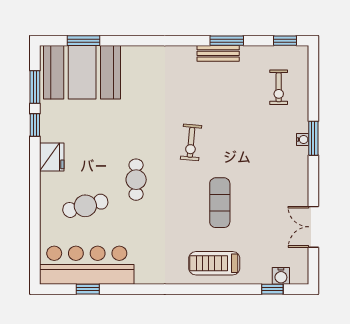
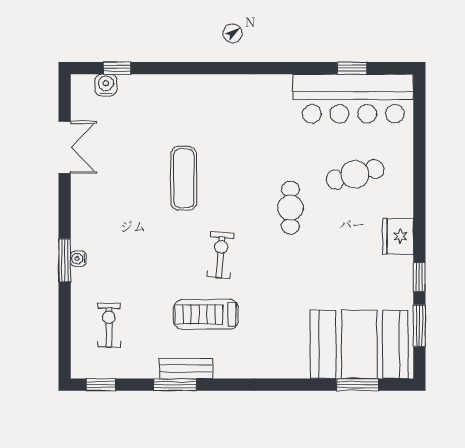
treadmill: (214, 263) -> (206, 314), moved, turned 180

